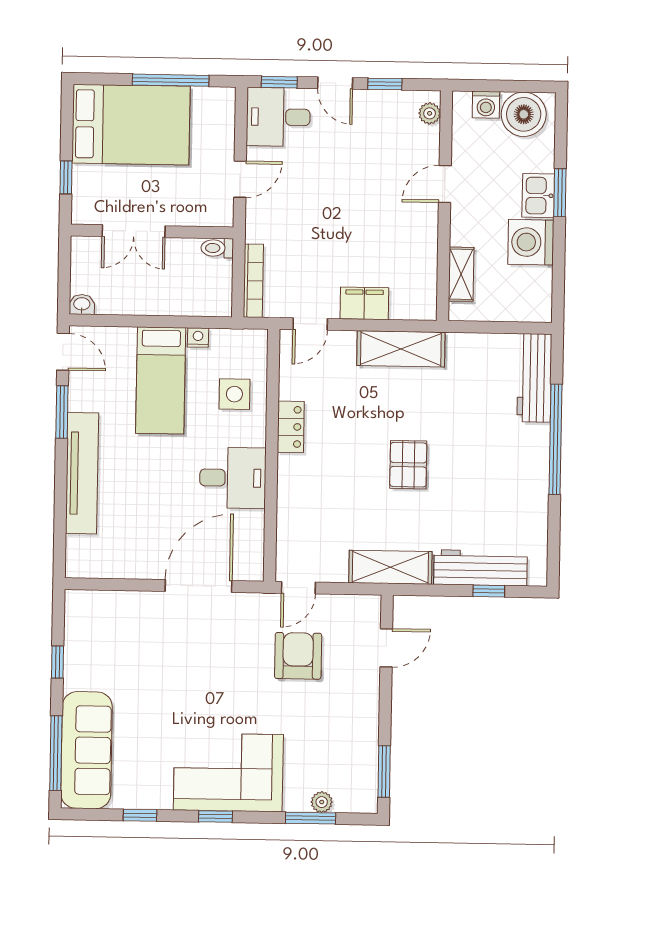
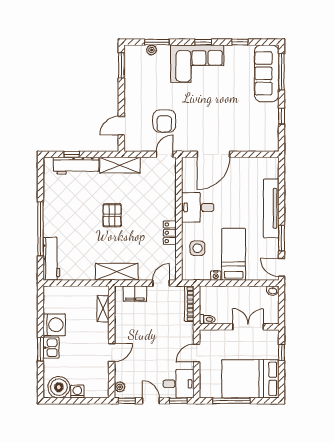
plant: (430, 113) -> (120, 387), moved
door: (445, 184) -> (112, 352), moved
wall: (445, 206) -> (112, 342), moved
shelving: (461, 274) -> (103, 309), moved

